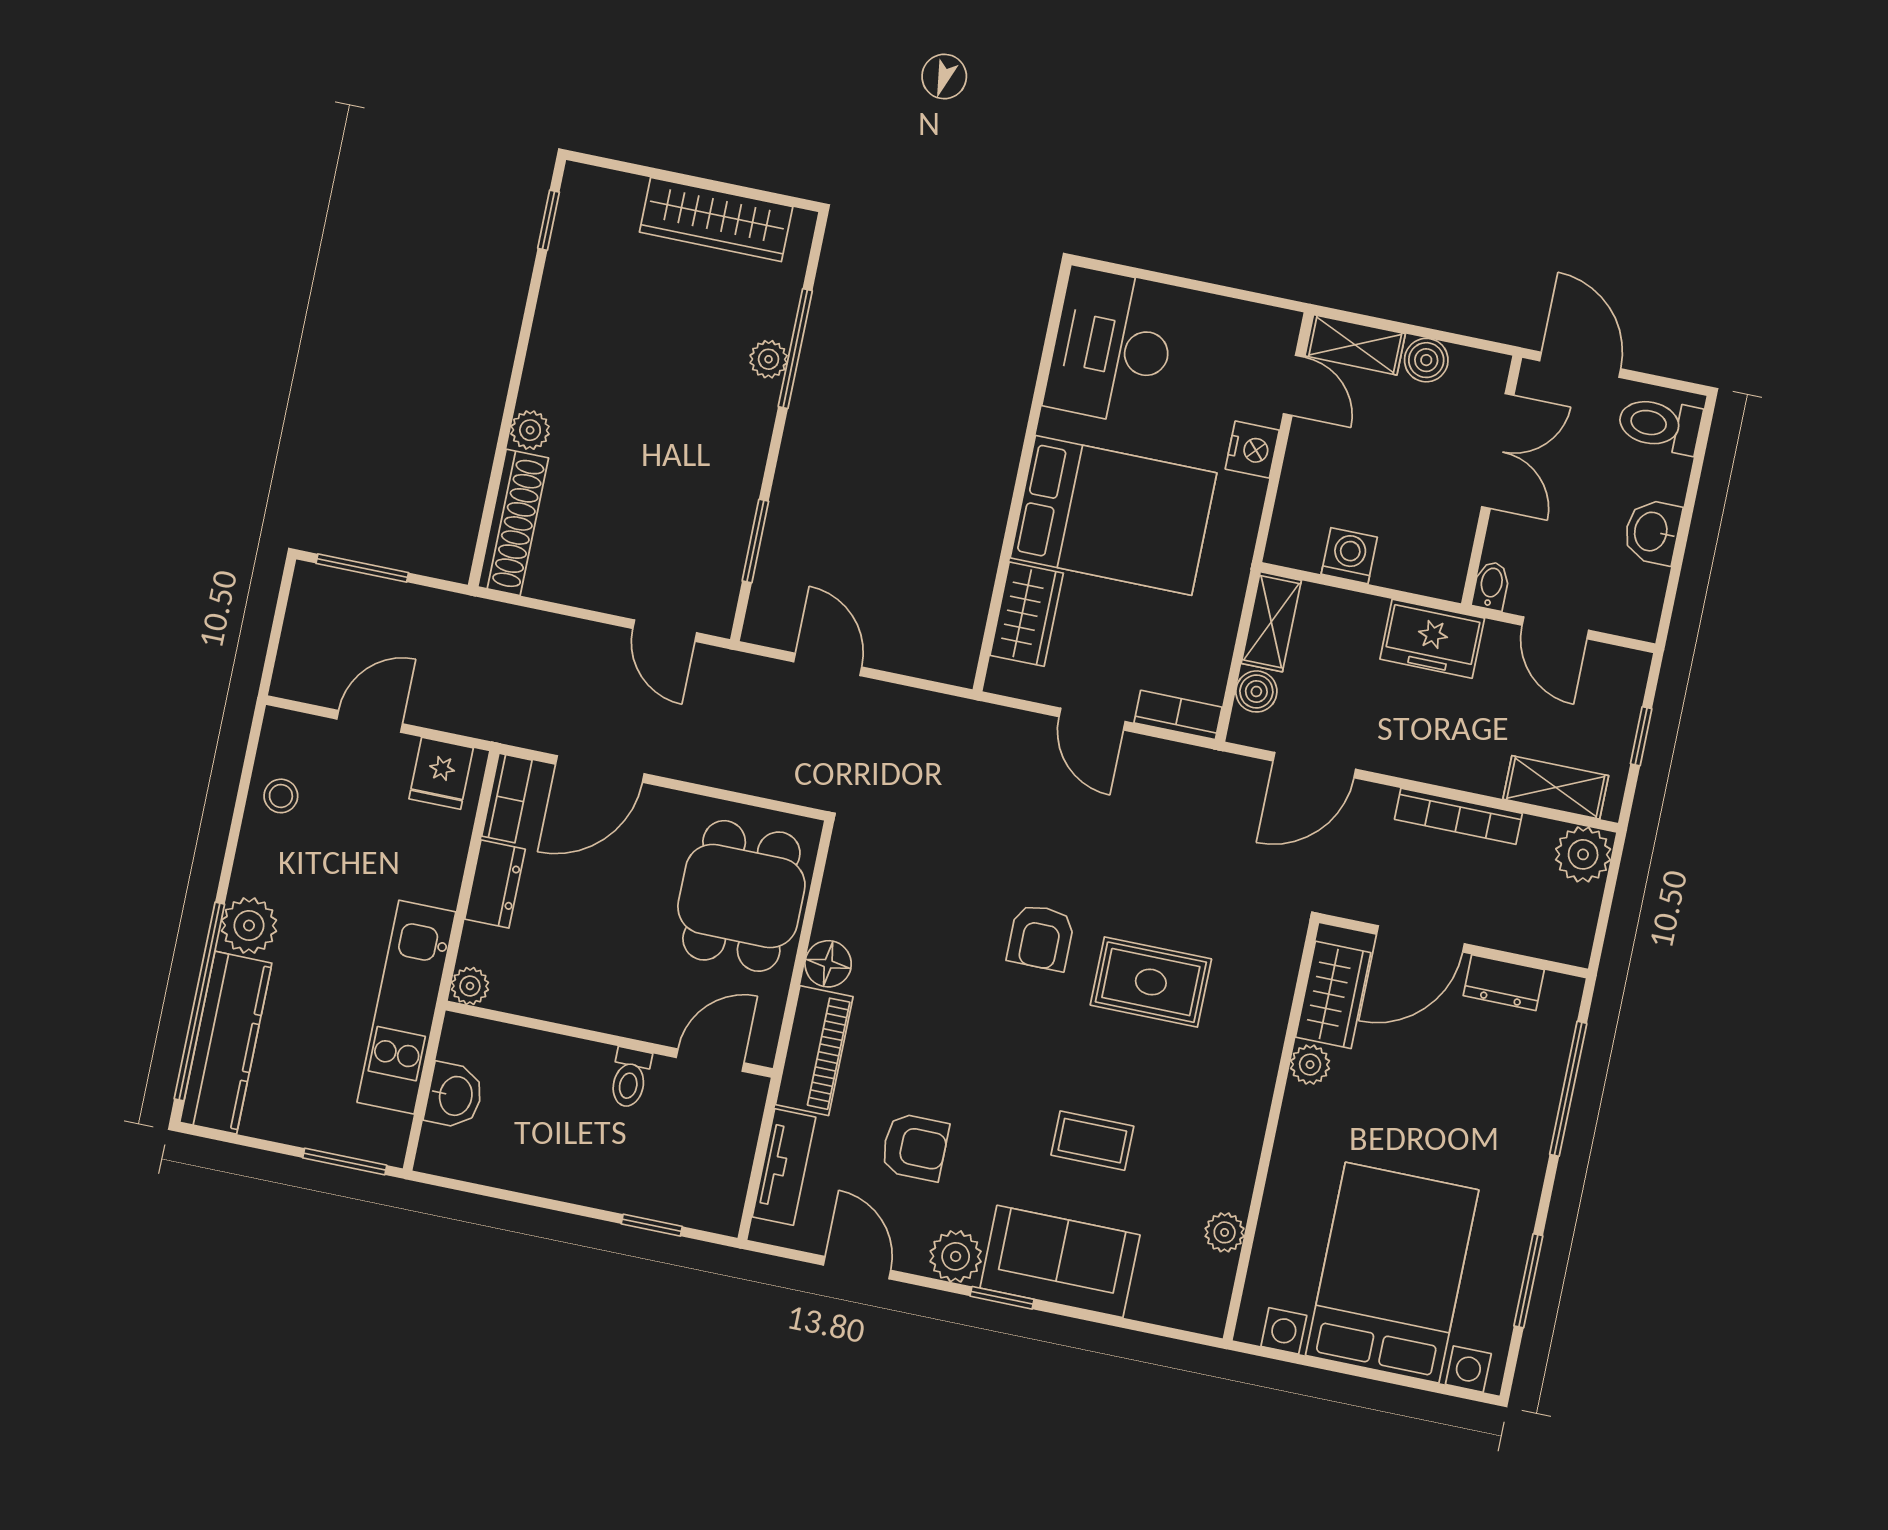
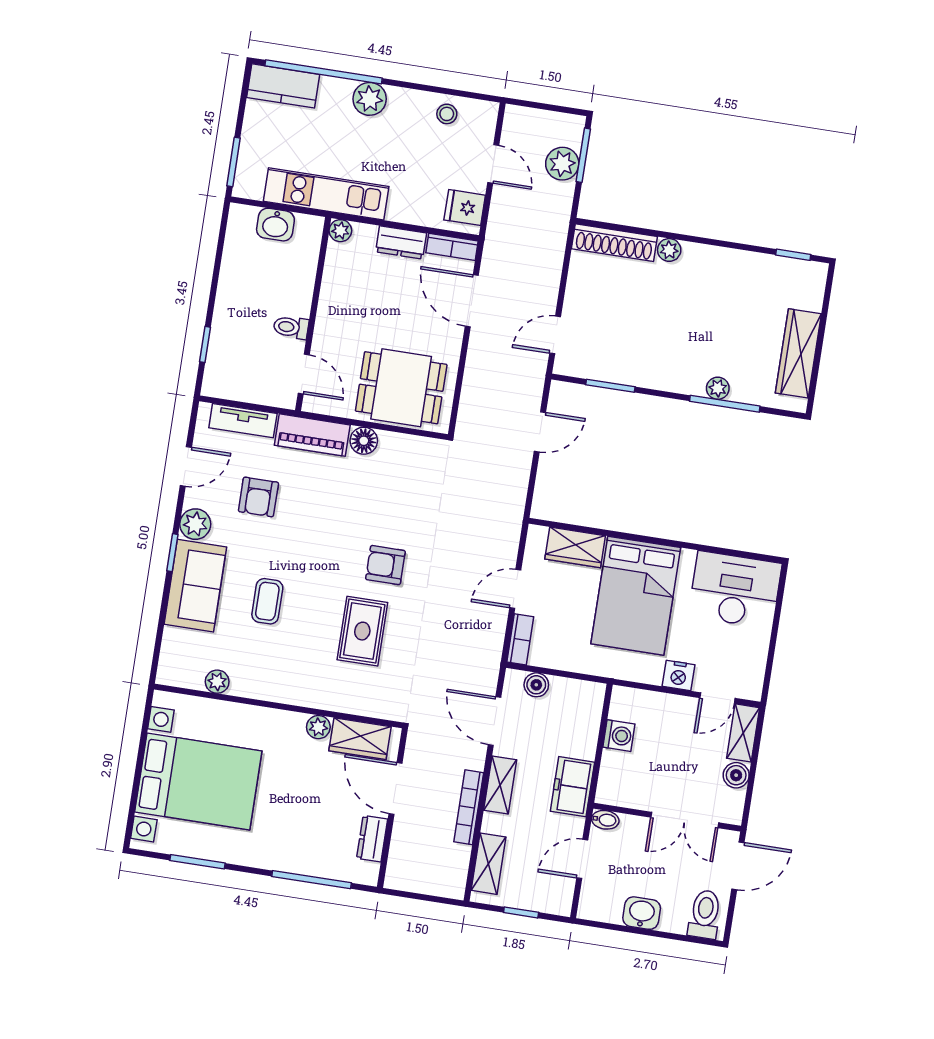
shelving: (1271, 622) -> (500, 785), moved, turned 90
plant: (1583, 854) -> (562, 164), moved
kitchen counter: (226, 1043) -> (283, 86), width x0.67

